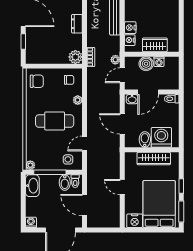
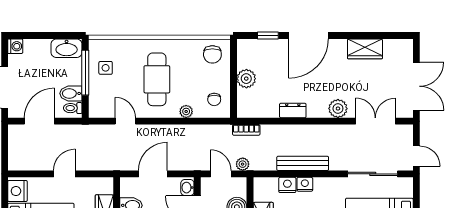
nightstand: (130, 40) -> (305, 184), moved
plant: (75, 57) -> (246, 79), moved
side table: (68, 159) -> (106, 68), moved
plant: (30, 165) -> (95, 45), removed

